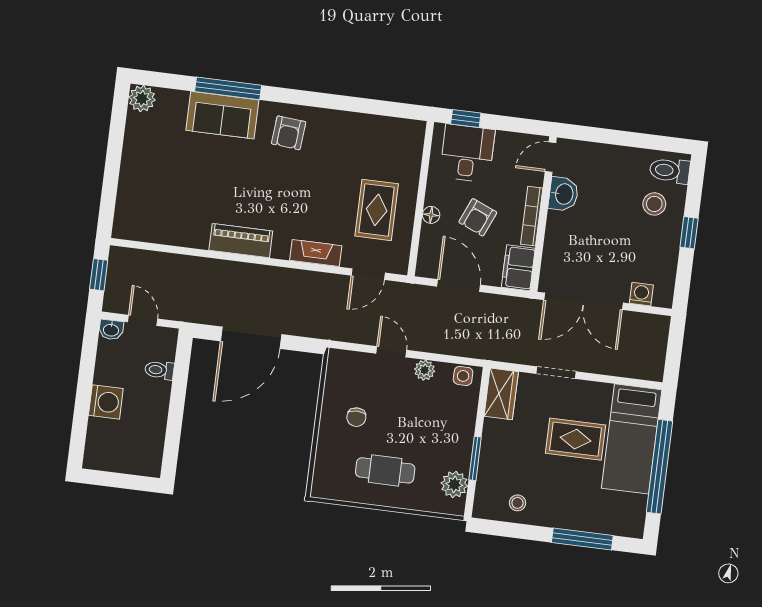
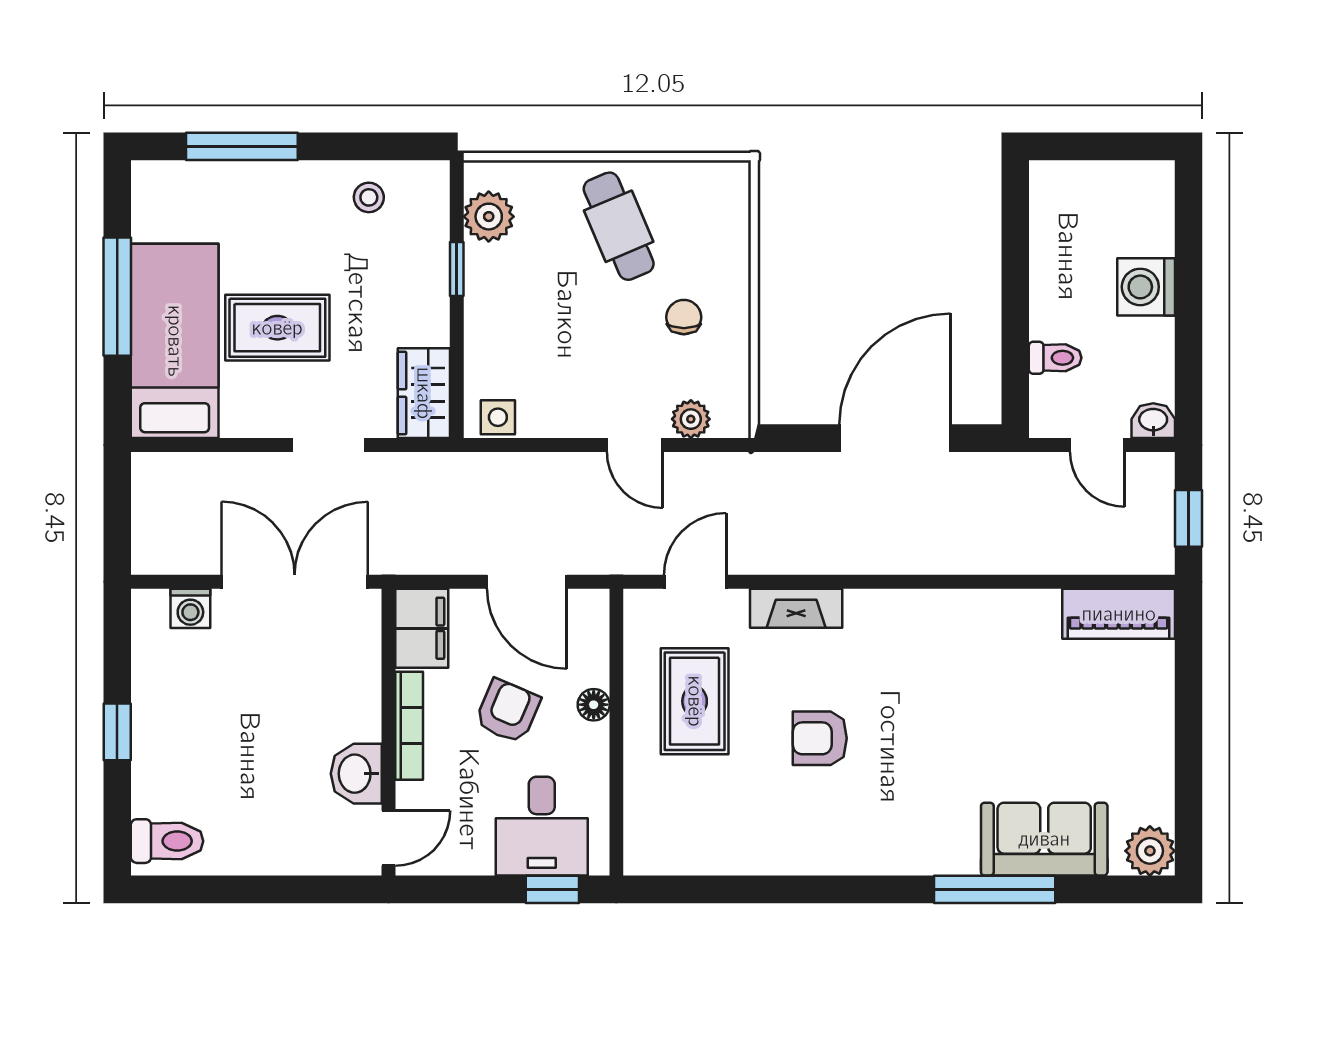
sofa: (222, 115) -> (1044, 839), moved
armchair: (289, 133) -> (820, 738), moved, turned -95
stool: (654, 204) -> (188, 776), removed
piano: (241, 241) -> (1119, 614), moved
plant: (425, 370) -> (691, 419), moved
window: (475, 458) -> (457, 269), width x0.67
window: (659, 467) -> (117, 297), width x0.68
cafe table: (385, 470) -> (619, 226), turned 67

